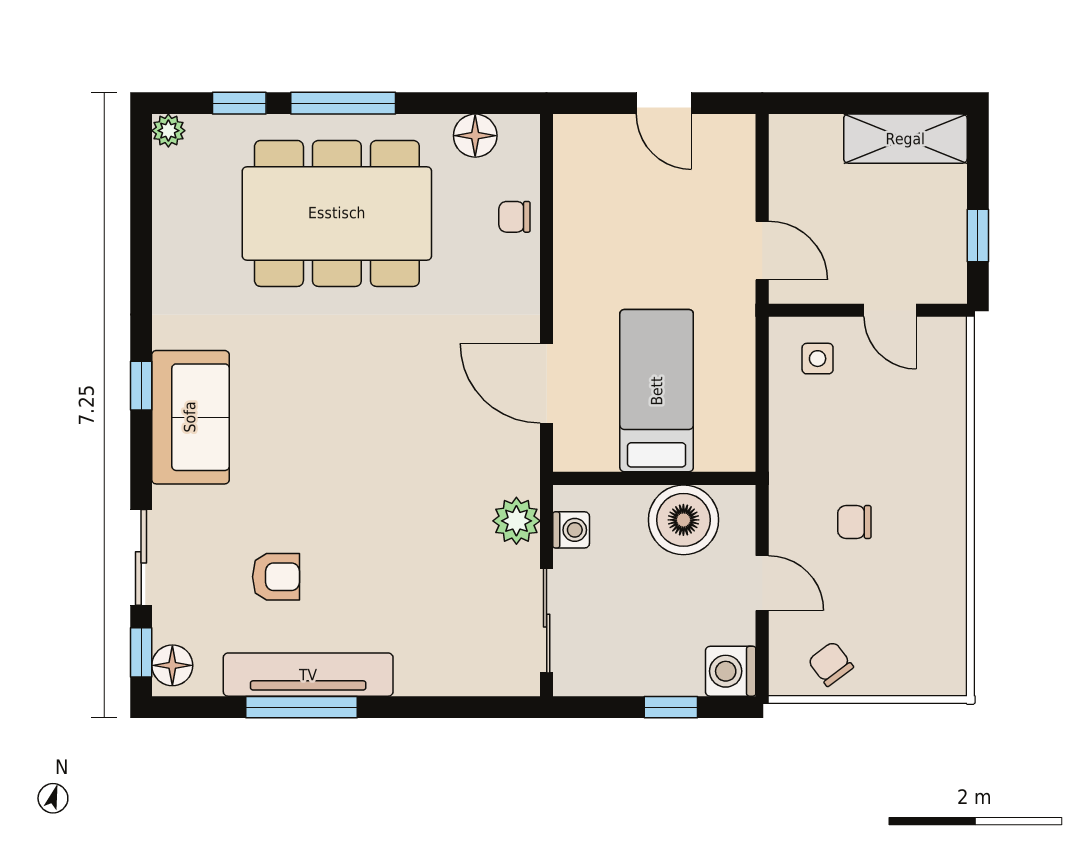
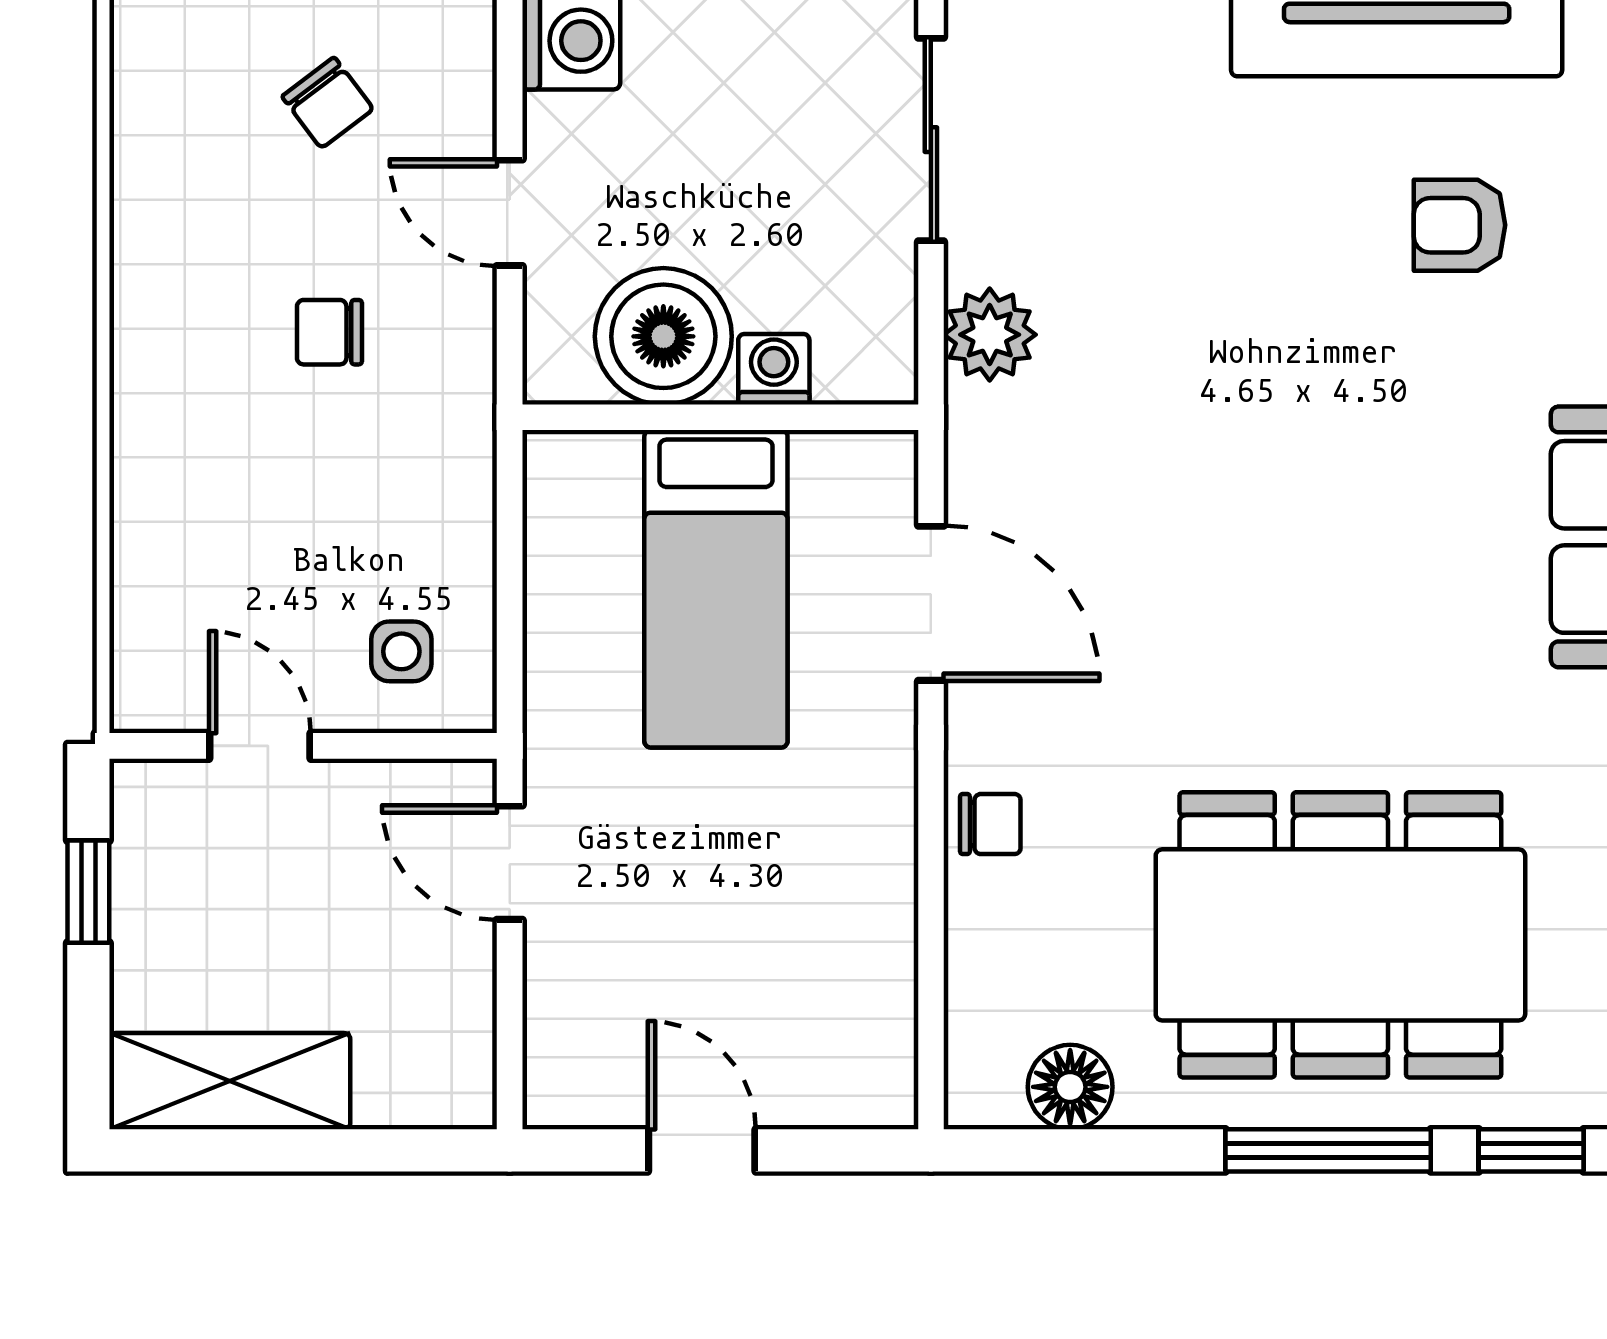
chair: (514, 217) -> (990, 824), moved
chair: (854, 522) -> (329, 332), turned 180
washing machine: (571, 530) -> (774, 369), moved, turned 90
chair: (831, 664) -> (328, 103), moved

